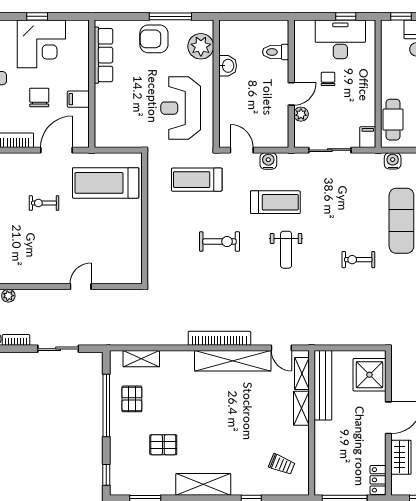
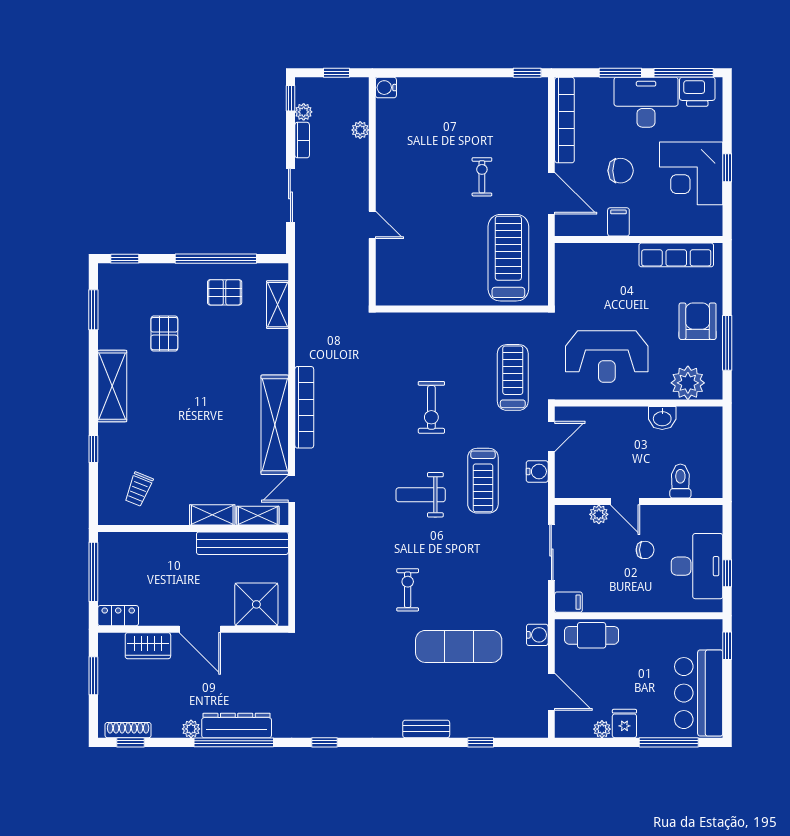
reception desk: (181, 108) -> (607, 356), turned 180

